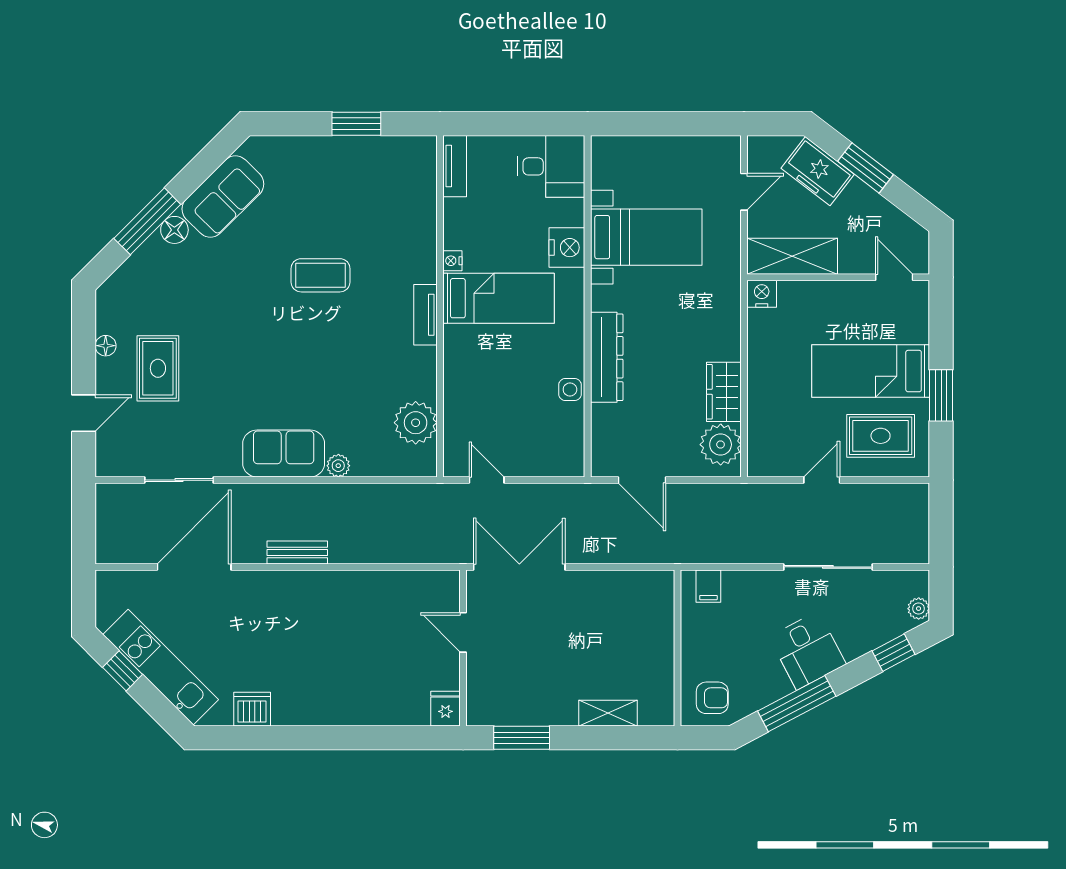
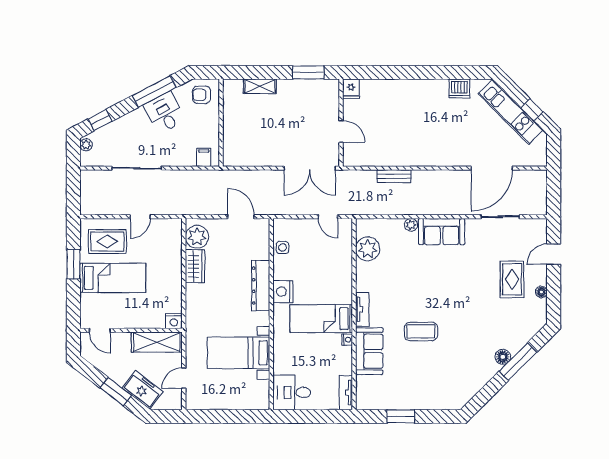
sofa: (223, 196) -> (369, 351), moved, turned 135
nightstand: (567, 248) -> (283, 291), moved
side table: (570, 390) -> (282, 247), moved
bench: (297, 552) -> (394, 176), moved
desk: (807, 651) -> (165, 113), moved

